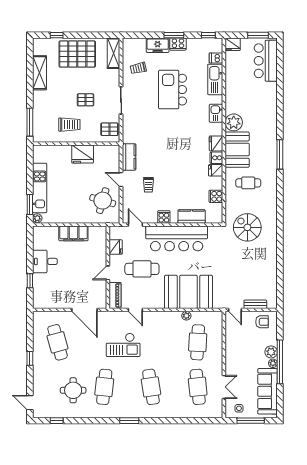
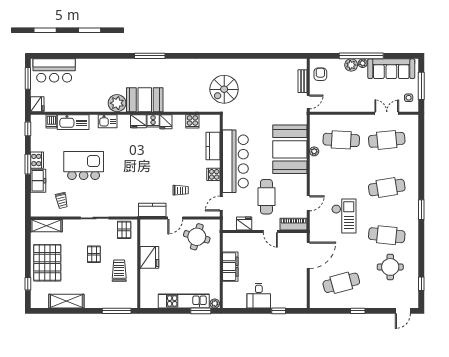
kitchen island: (173, 90) -> (84, 166), turned 180
cafe table: (248, 183) -> (179, 88), removed

